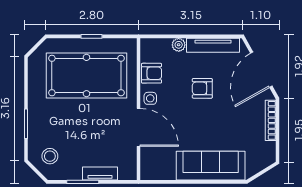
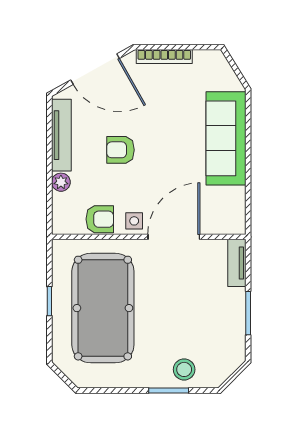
armchair: (152, 73) -> (100, 219), turned 90
armchair: (202, 88) -> (120, 150), turned 90
stool: (50, 156) -> (184, 369), moved
tv unit: (100, 174) -> (237, 263), moved

